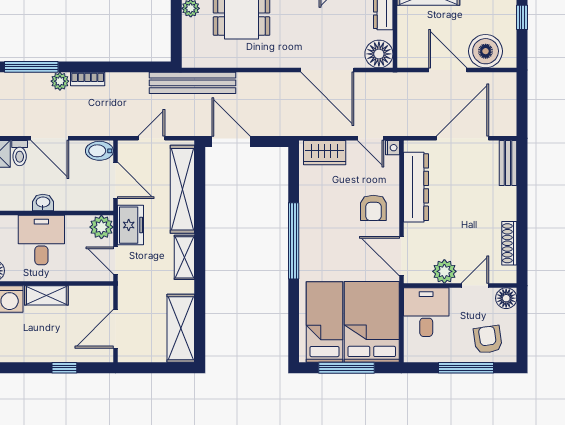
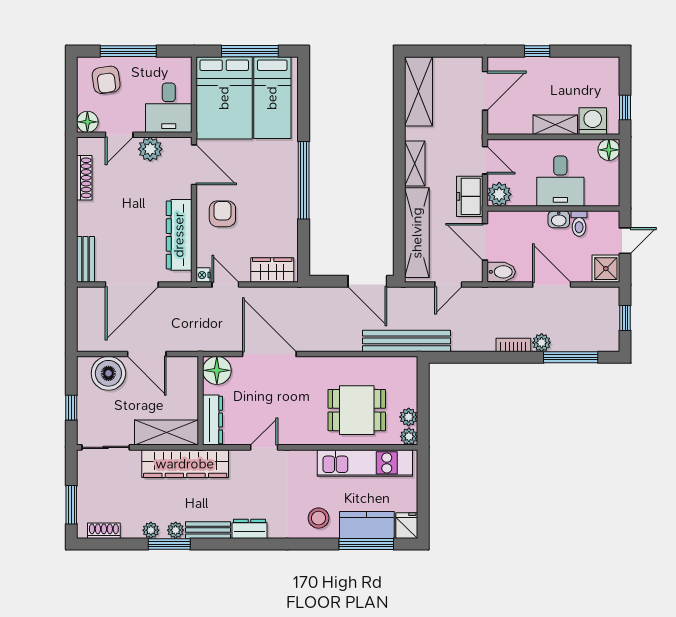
toilet: (20, 153) -> (579, 224), moved, turned 180

